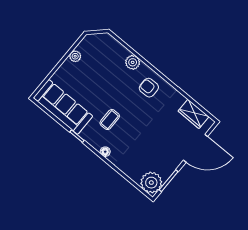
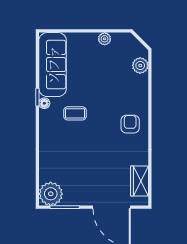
plant: (133, 62) -> (140, 65), moved
floor lamp: (105, 152) -> (44, 103), moved

